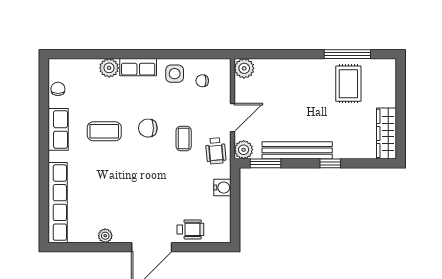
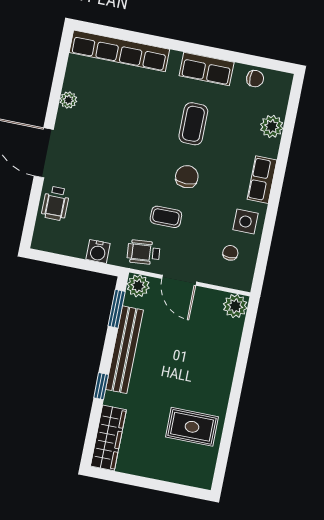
window: (347, 54) -> (228, 433), removed
plant: (109, 68) -> (272, 126), moved
wardrobe: (387, 133) -> (108, 438), moved, turned 90

